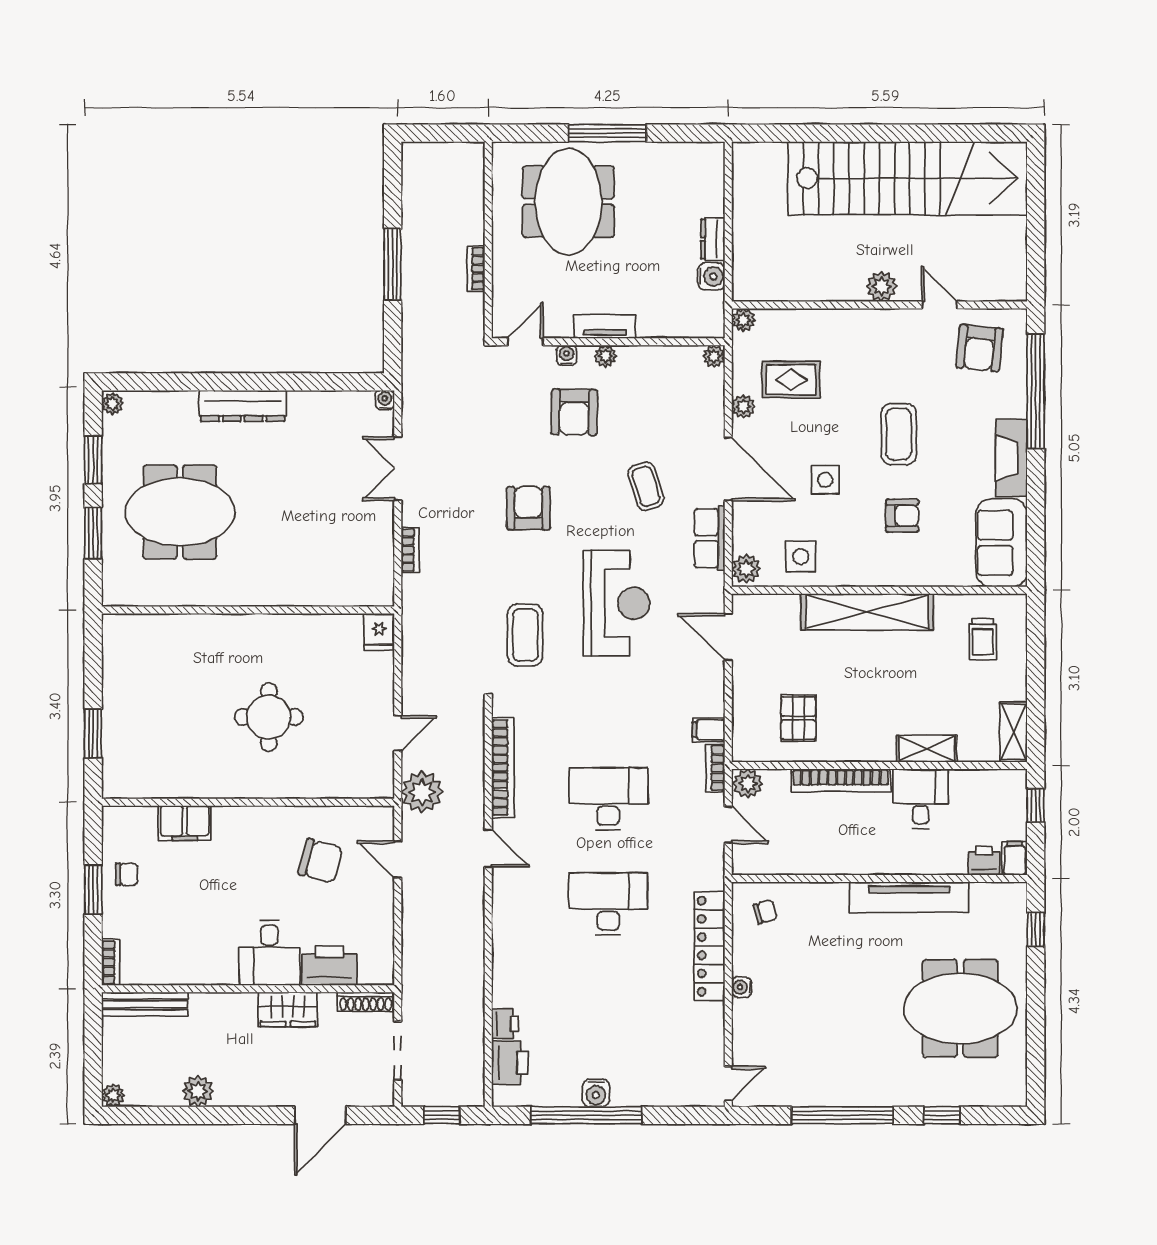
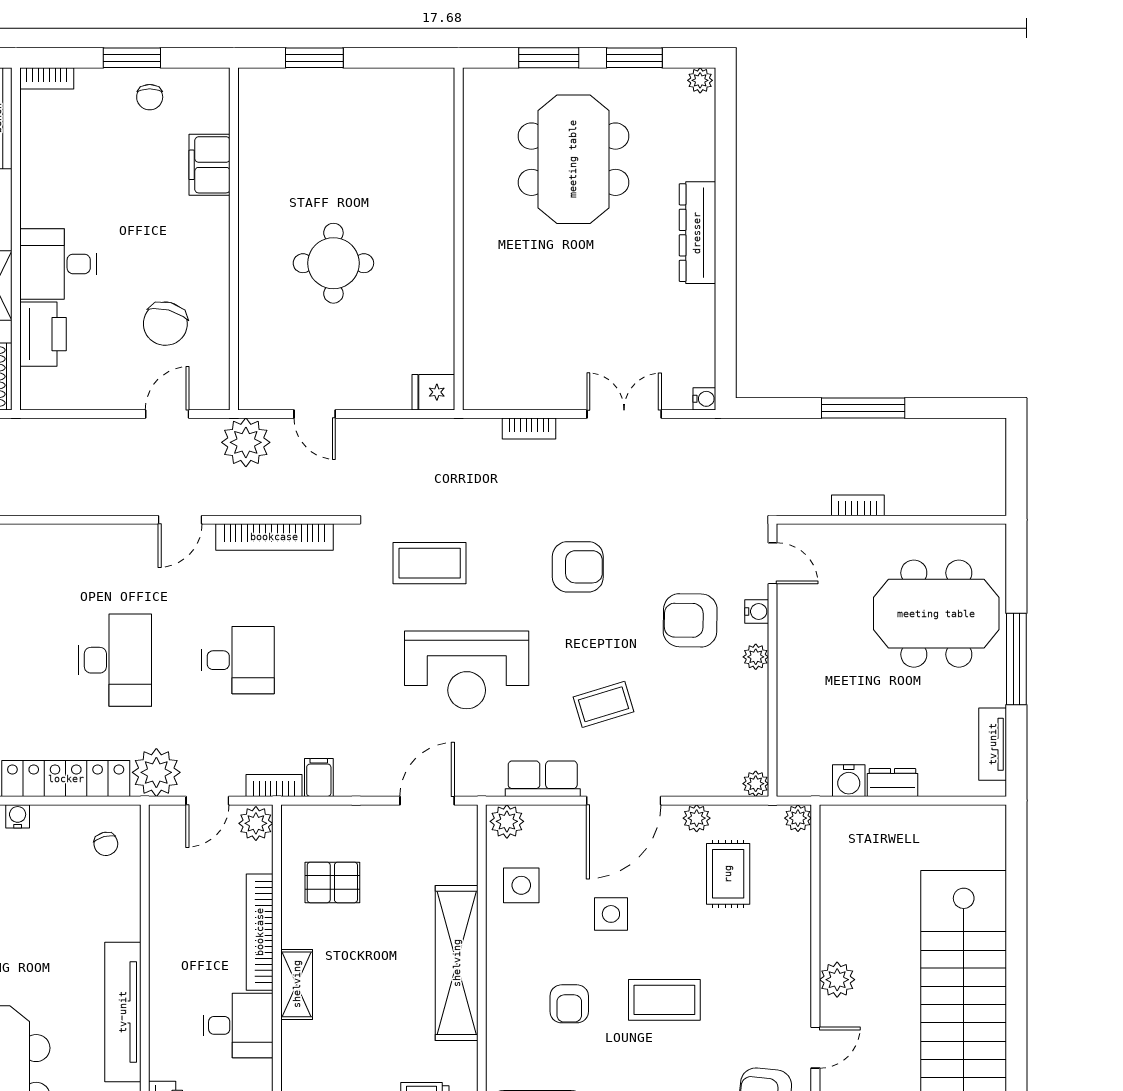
tv unit: (605, 326) -> (993, 744), moved, turned 180
shelving: (927, 749) -> (297, 984), moved
desk: (608, 799) -> (238, 660), width x0.73
plant: (704, 869) -> (156, 772), added

